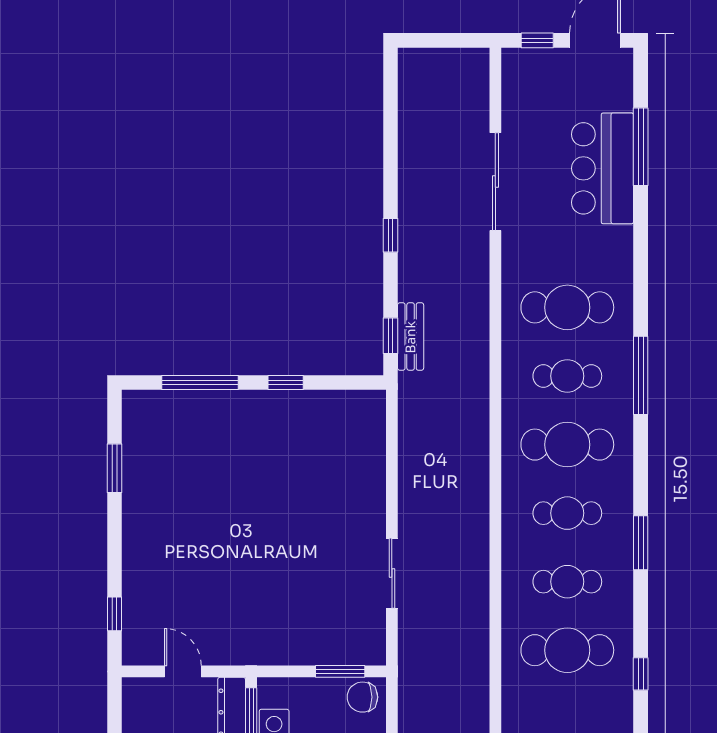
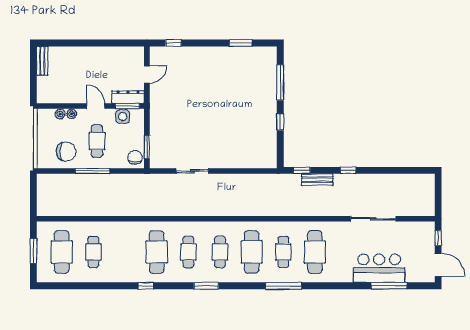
bench: (411, 337) -> (317, 180), moved

